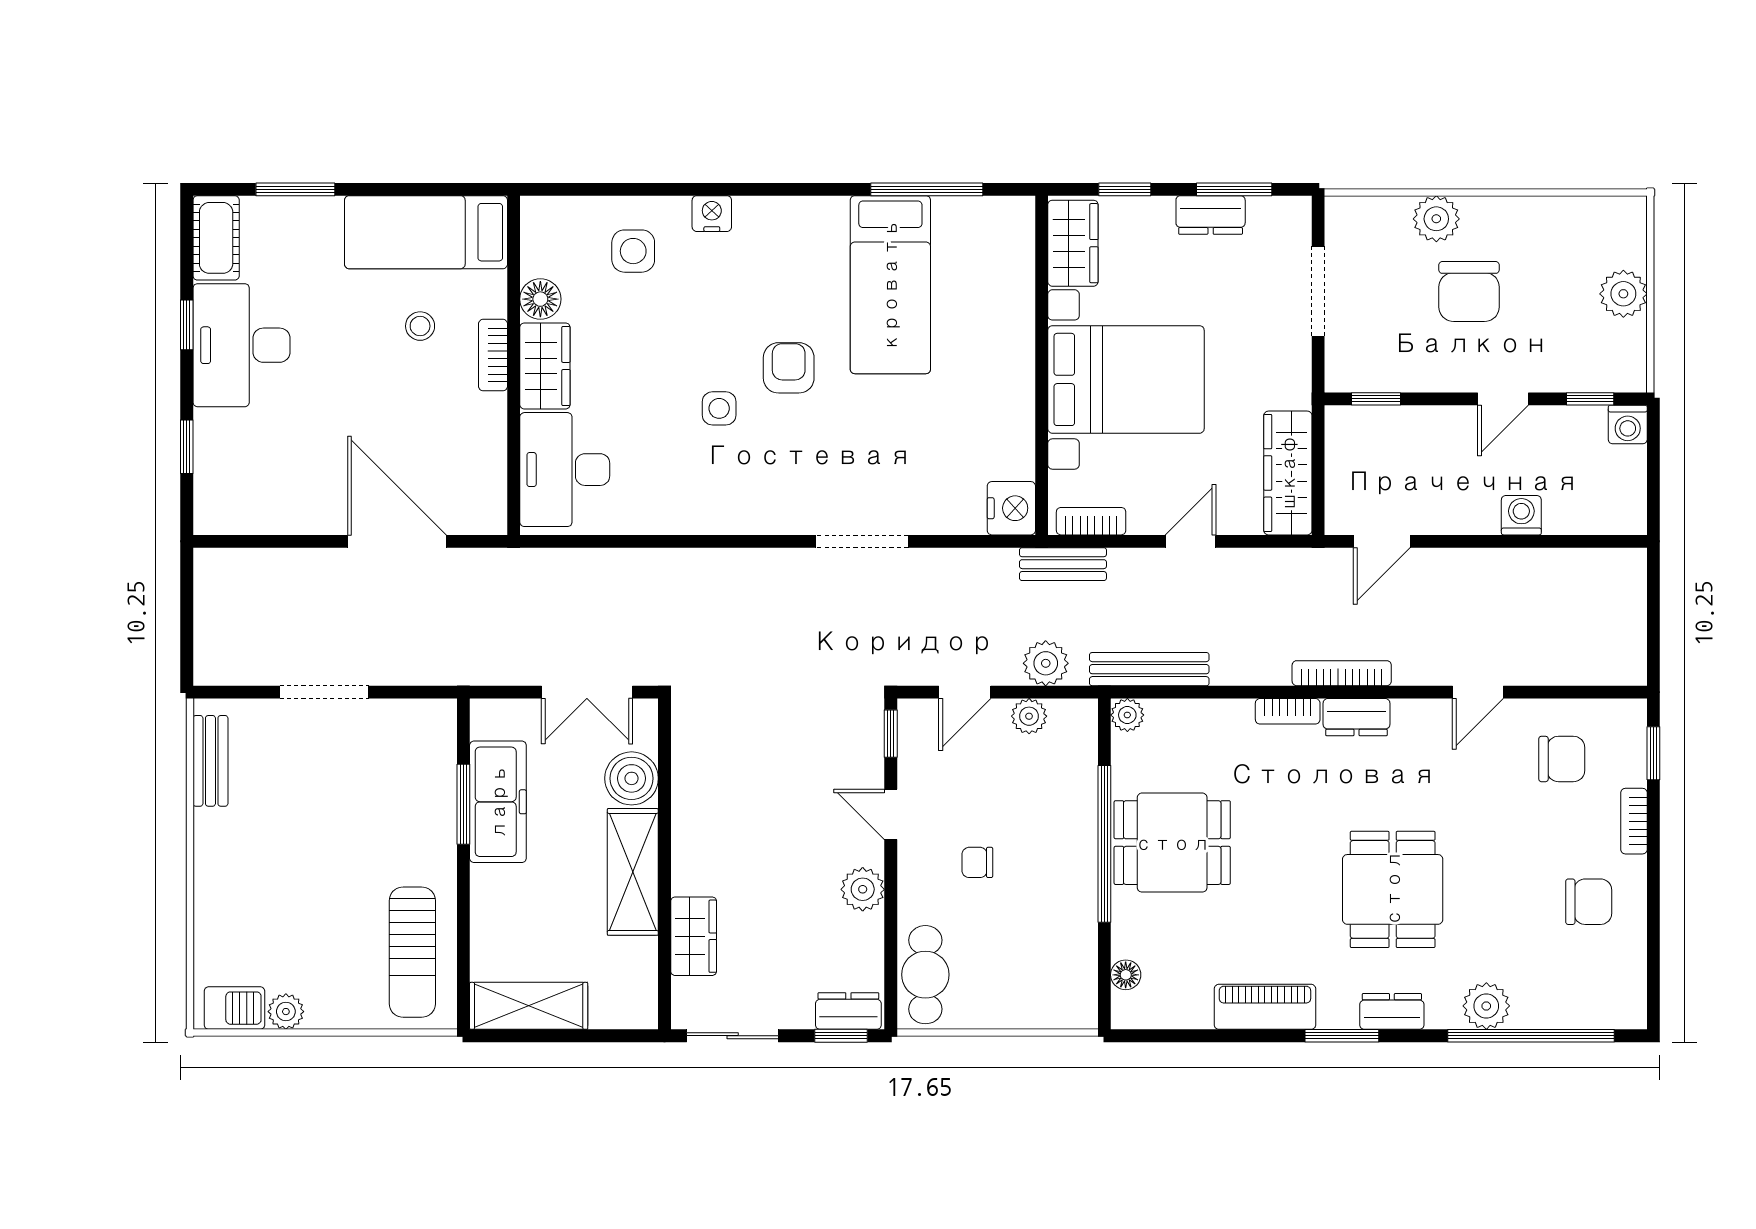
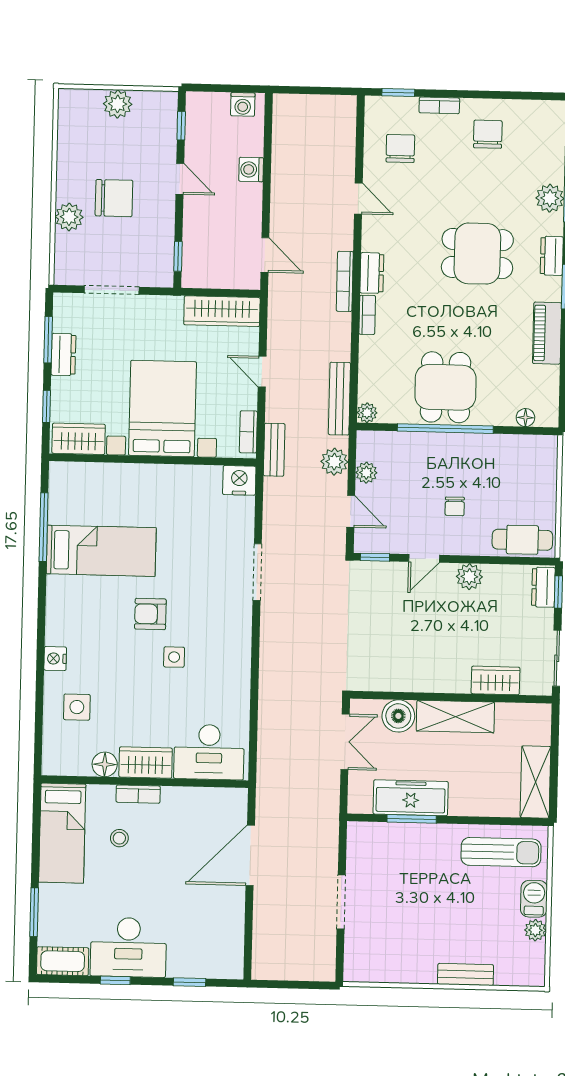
washing machine: (1628, 425) -> (243, 104), moved, turned 90
bench: (210, 761) -> (466, 974), moved
barbecue: (234, 1008) -> (534, 899), moved

